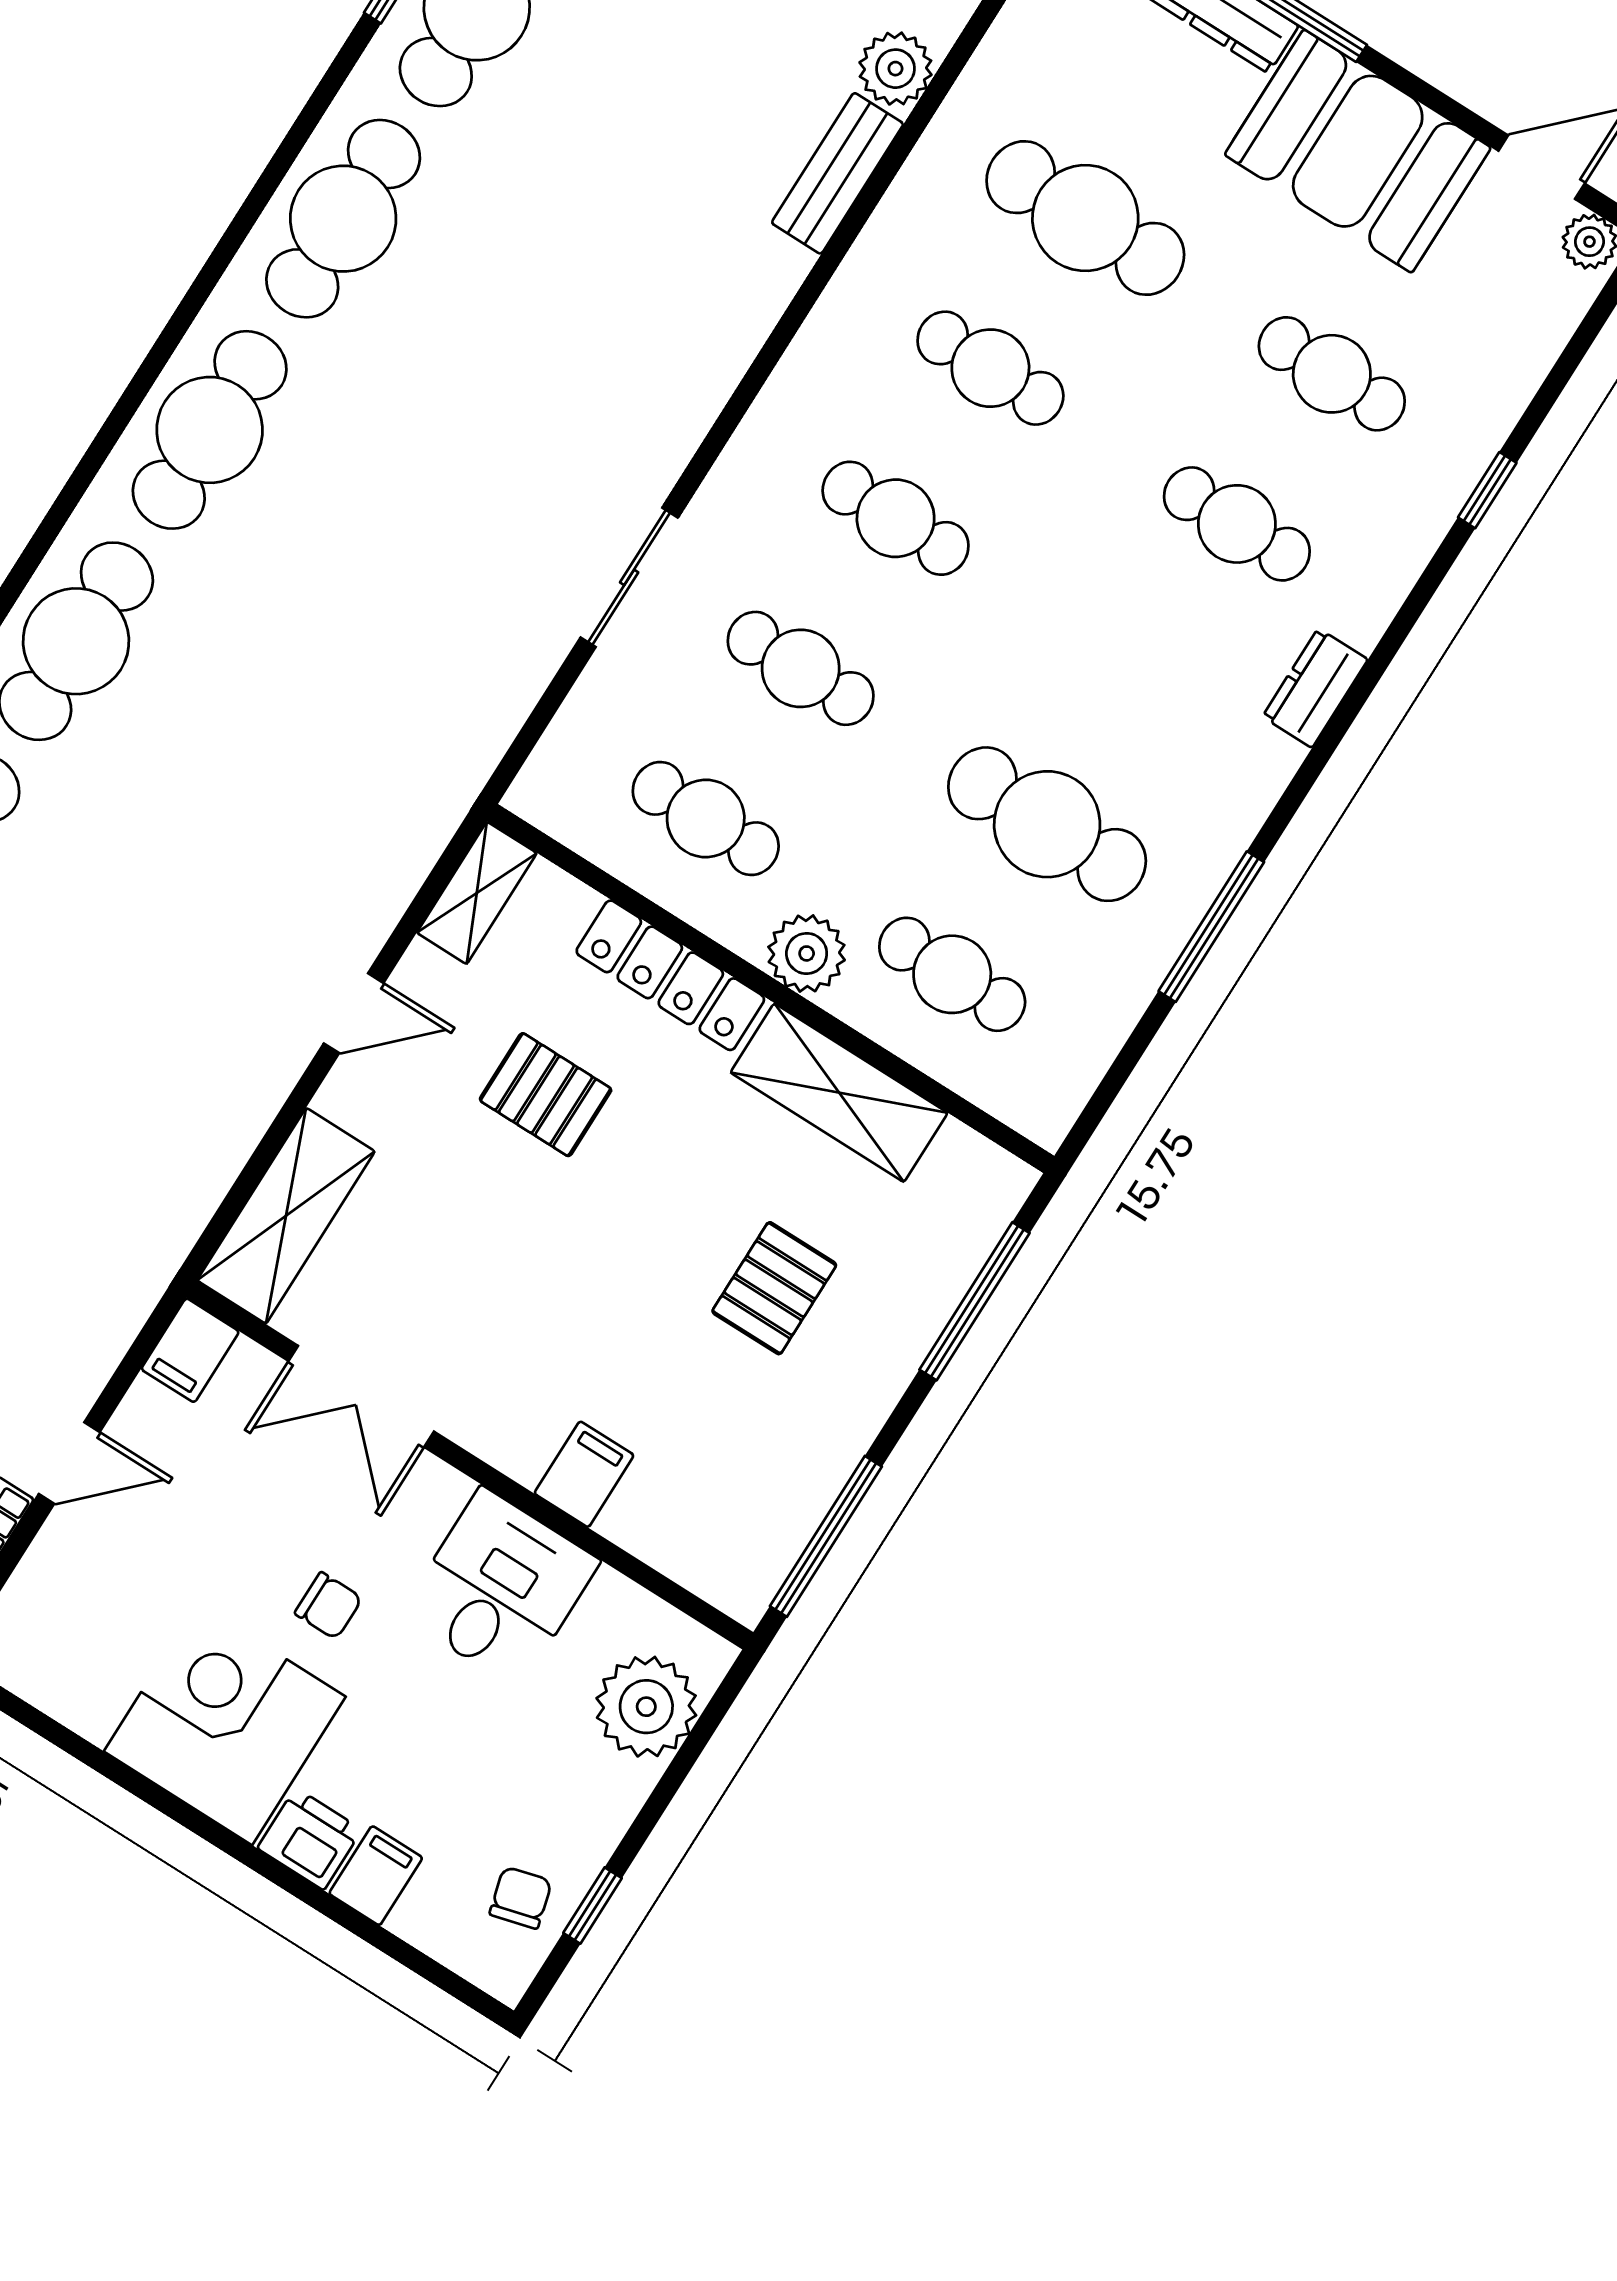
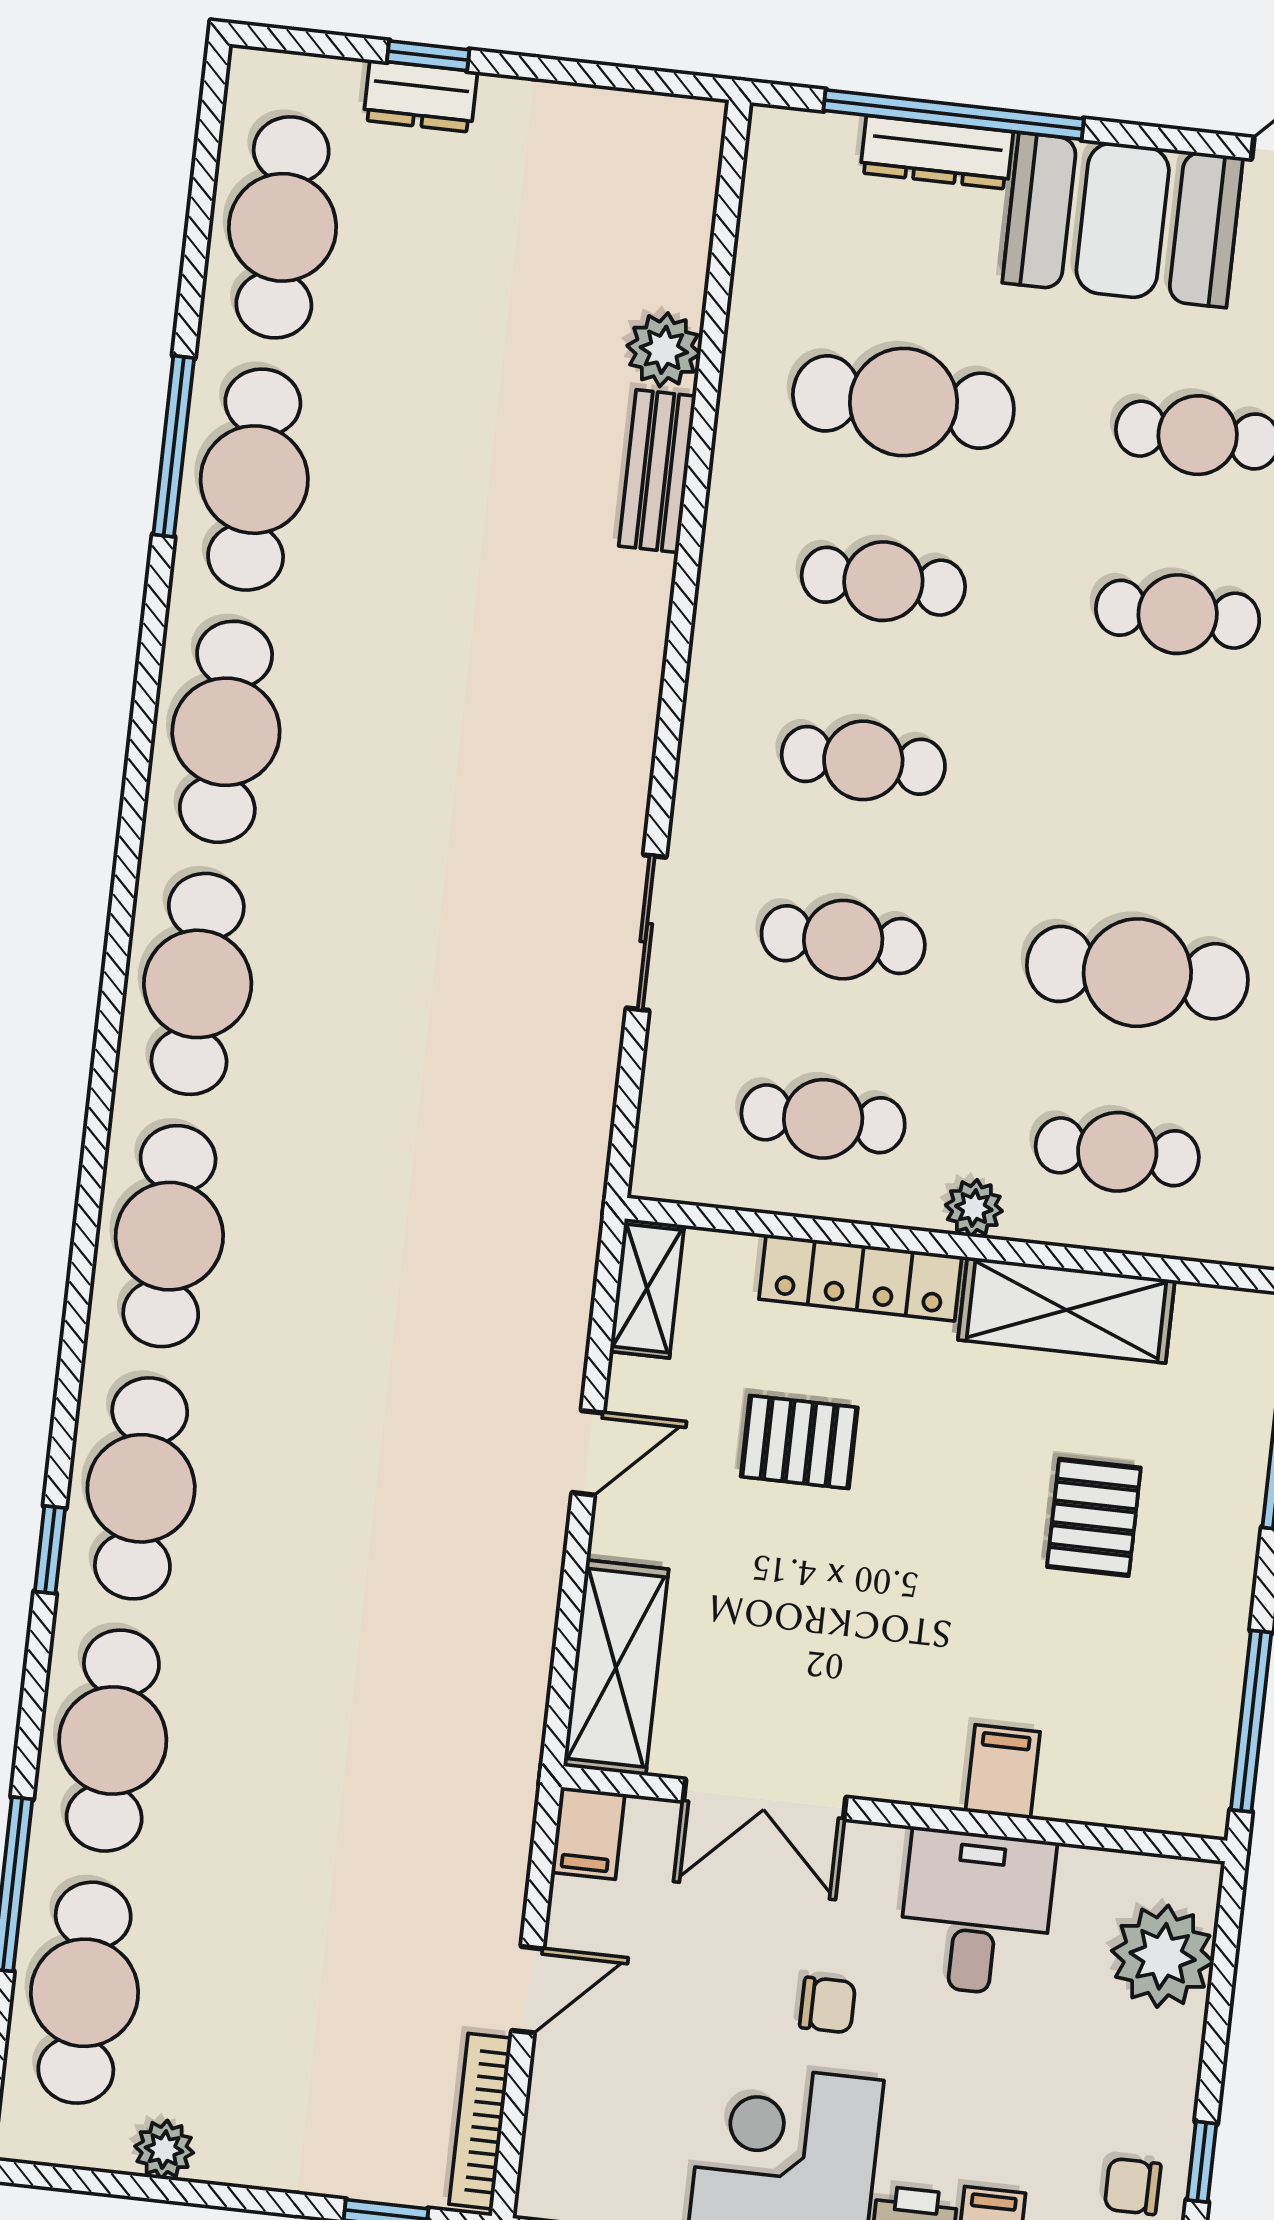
plant: (807, 953) -> (974, 1208), width x0.73, depth x0.73
chair: (521, 1898) -> (1133, 2186), turned -75

